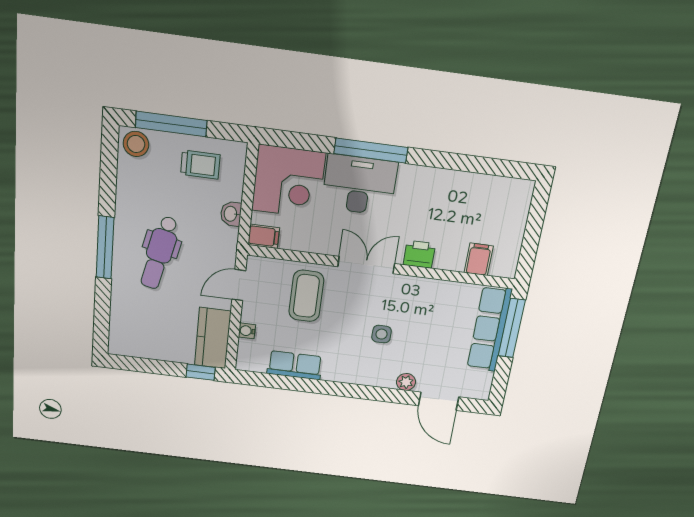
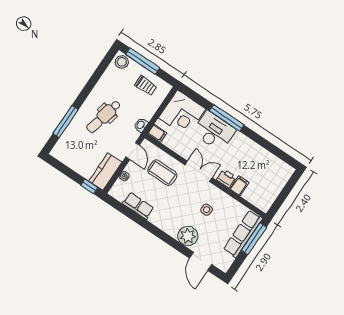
washbasin: (231, 214) -> (141, 125), moved
window: (105, 247) -> (66, 122), moved
filing cabinet: (479, 259) -> (239, 186), moved
door: (239, 285) -> (133, 151), swing flipped
coffee table: (306, 296) -> (162, 173), turned 90
side table: (382, 334) -> (207, 210), moved
plant: (406, 382) -> (188, 236), width x1.88, depth x1.88

